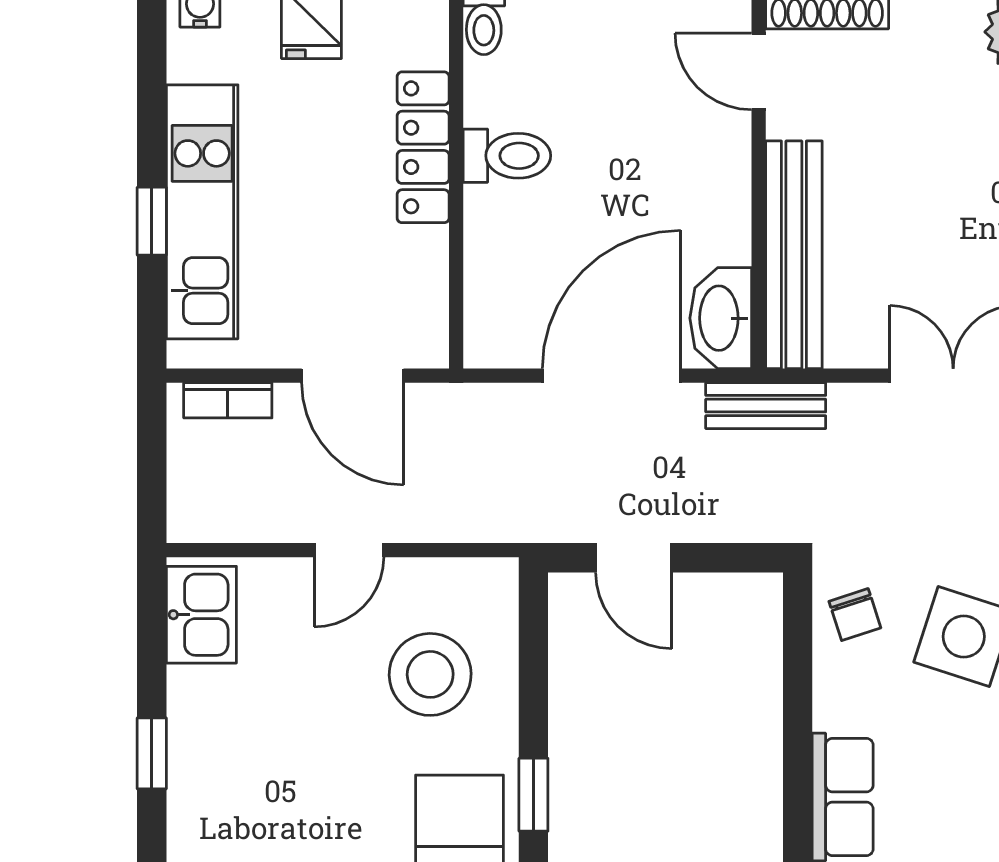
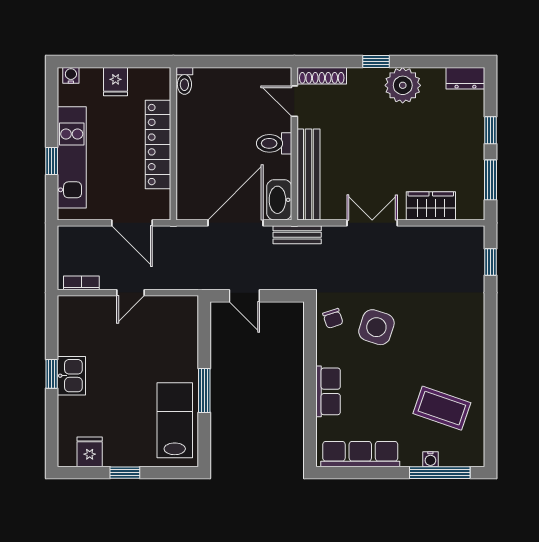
locker: (423, 147) -> (158, 145), width x1.41, depth x1.21
toilet: (507, 156) -> (274, 143), moved, turned 180
bookcase: (228, 400) -> (81, 283), moved, turned 180
kitchen sink: (201, 615) -> (71, 376), moved
stool: (430, 674) -> (163, 342), removed
window: (533, 795) -> (204, 390), width x1.50

